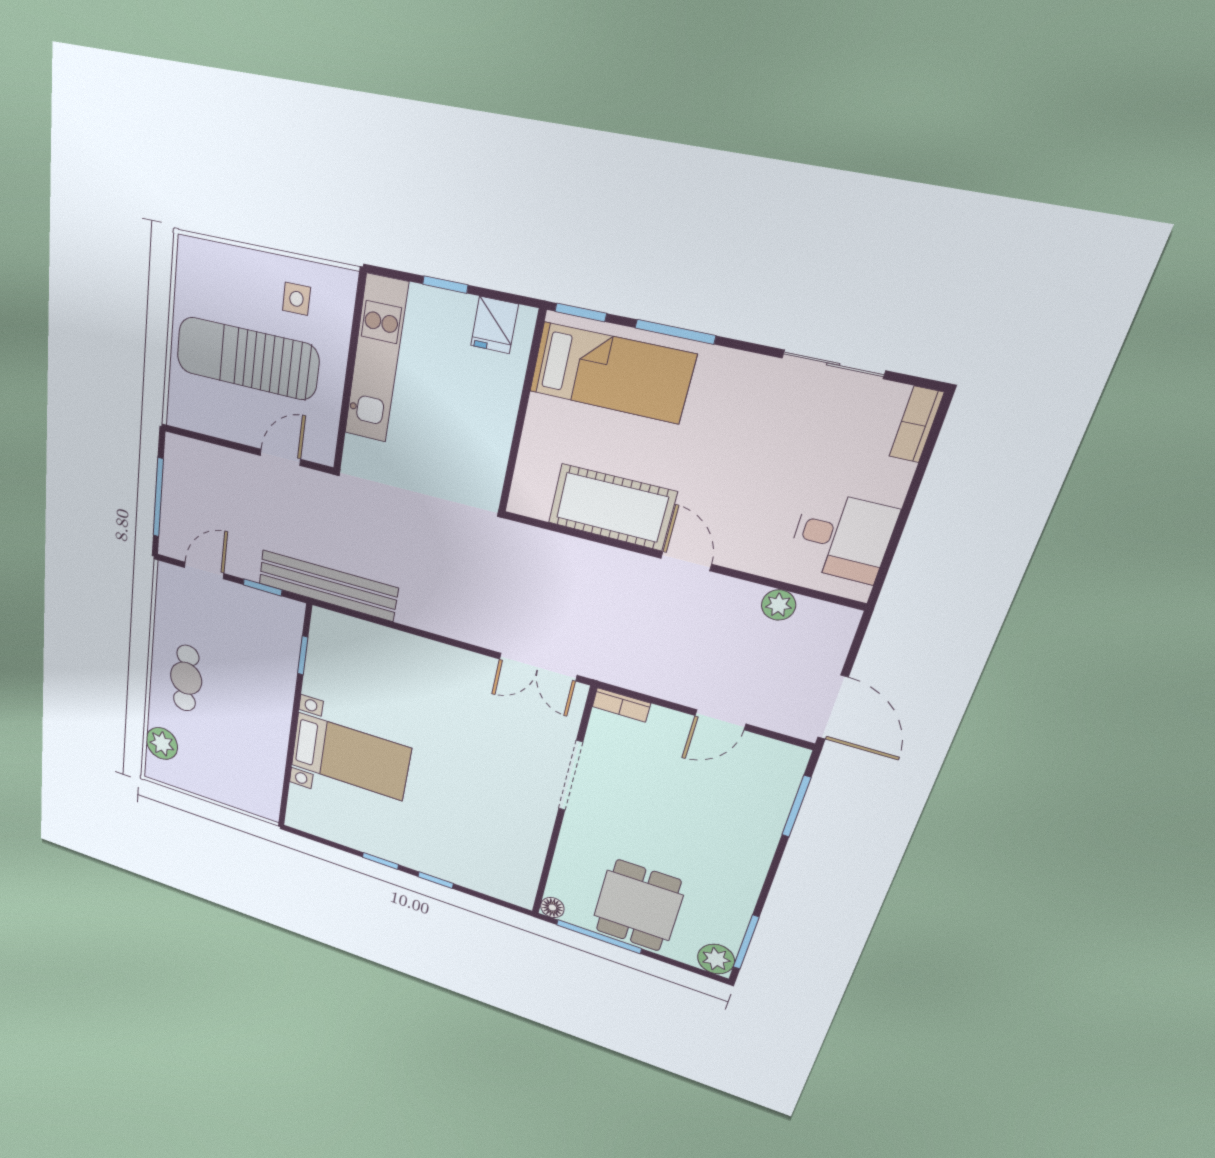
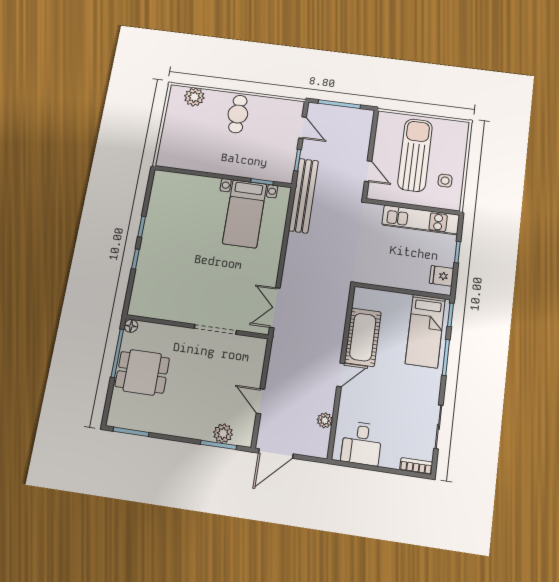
cafe table: (186, 678) -> (238, 114), turned 90
bookcase: (621, 705) -> (261, 352), removed
bed with nightstands: (350, 757) -> (245, 214), moved
plant: (716, 959) -> (223, 433), moved

